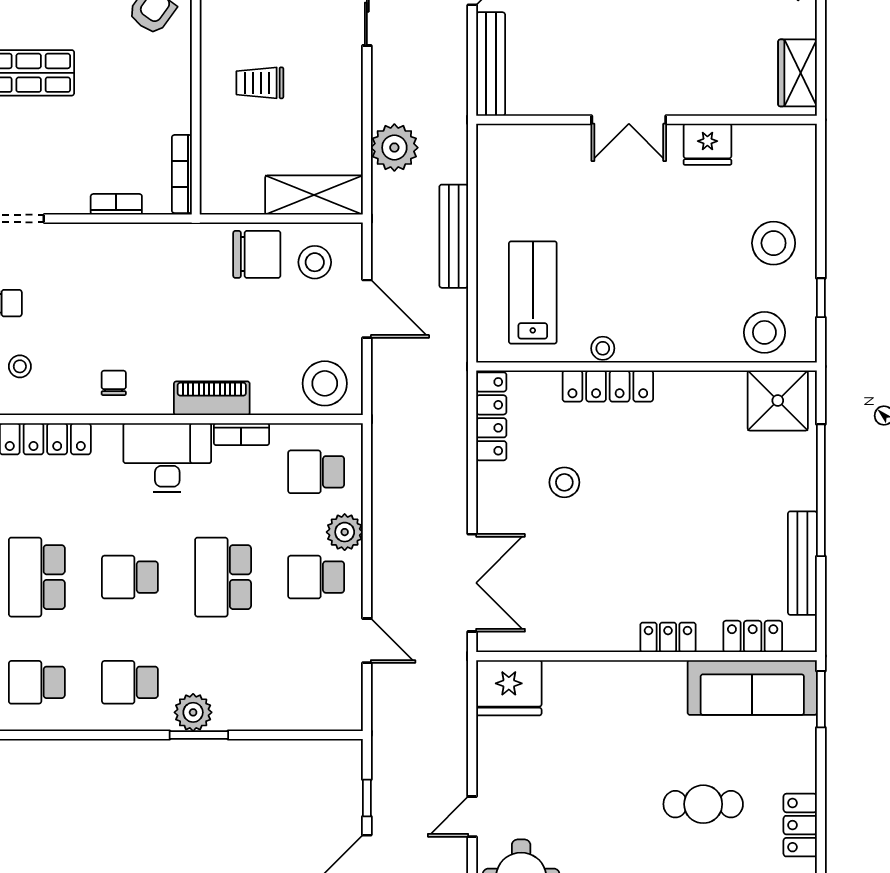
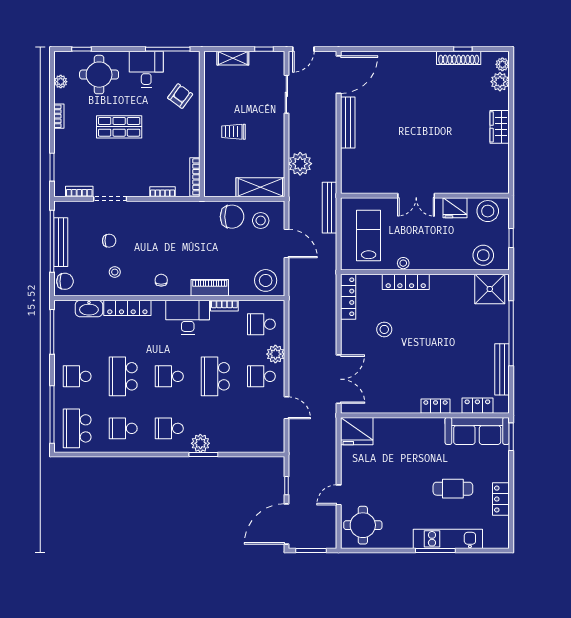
double door: (629, 120) -> (416, 196), moved
wall: (646, 120) -> (425, 196), moved
fridge: (707, 144) -> (455, 208), moved

